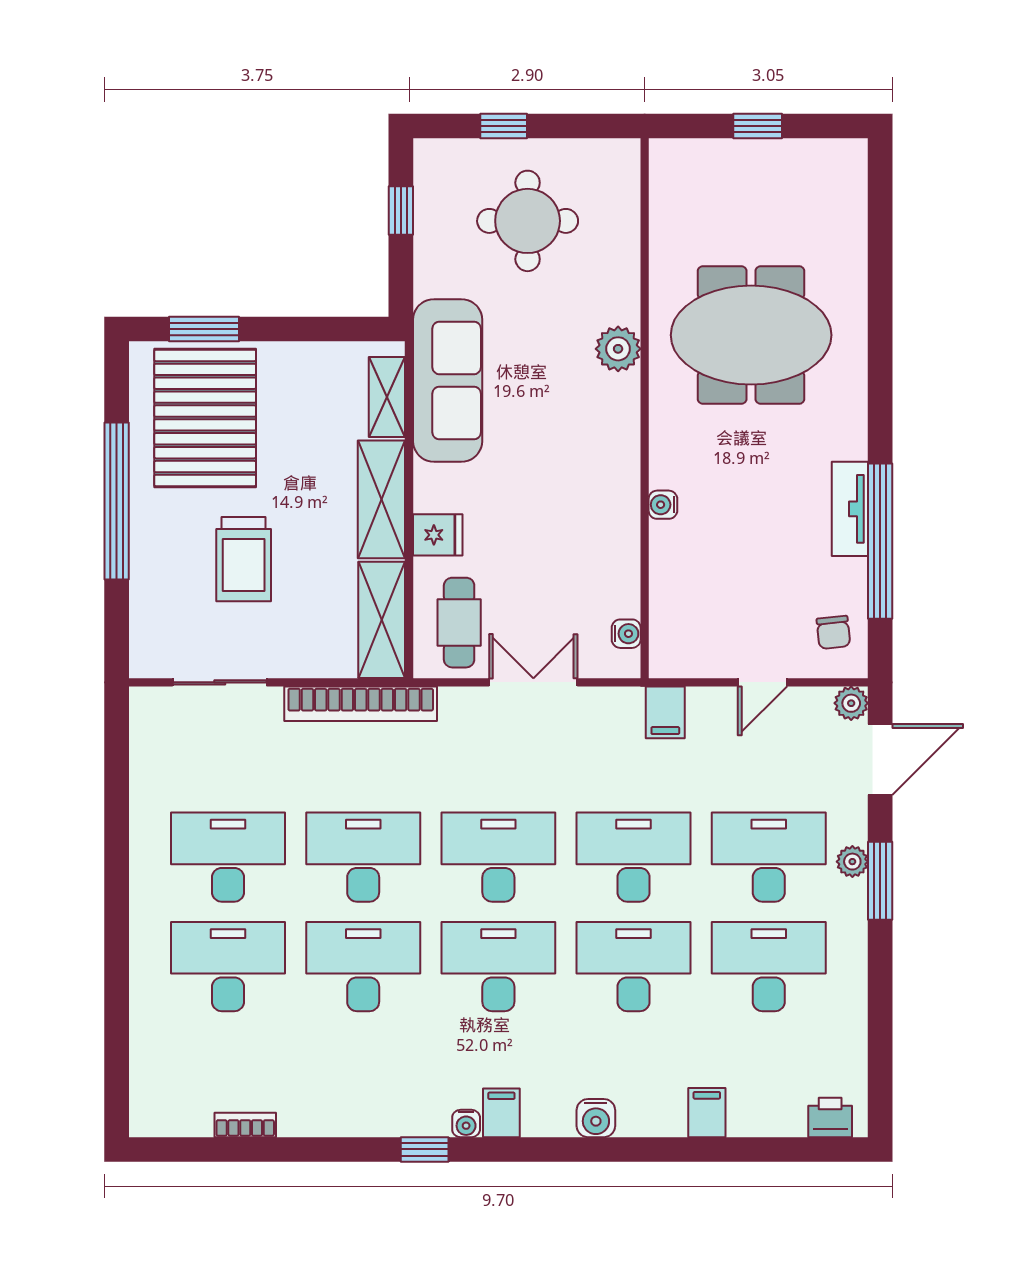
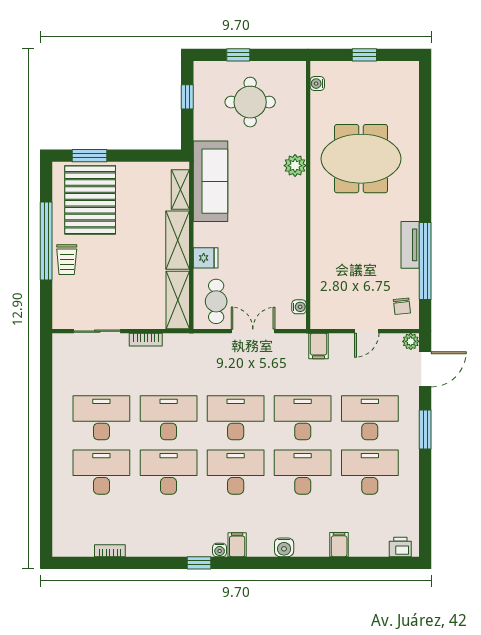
water cooler: (663, 505) -> (317, 84), moved
trolley: (244, 559) -> (67, 260), moved, width x0.73, depth x0.72
bookcase: (361, 704) -> (146, 340), width x0.43, depth x0.76
plant: (852, 862) -> (411, 420), removed

